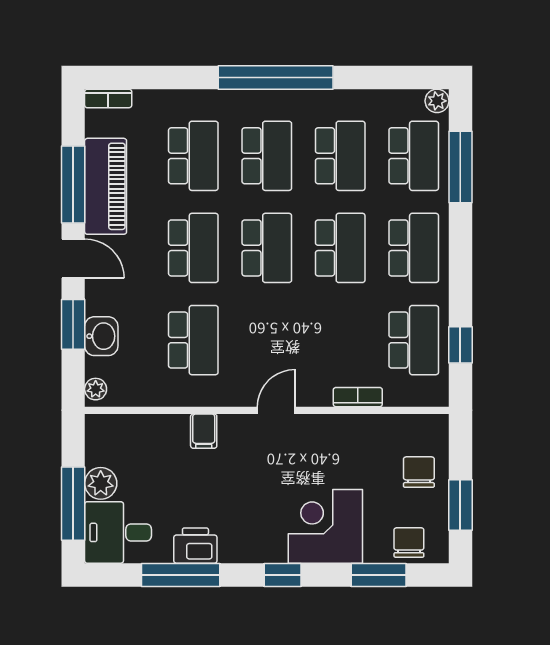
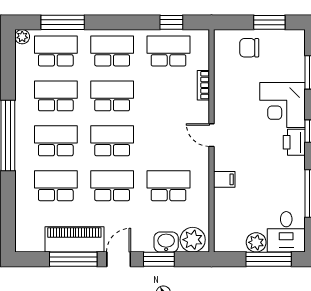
bookcase: (108, 98) -> (21, 238), removed
plant: (96, 389) -> (193, 240), width x1.88, depth x1.88
chair: (409, 542) -> (292, 54), removed
printer: (195, 546) -> (294, 142), moved

